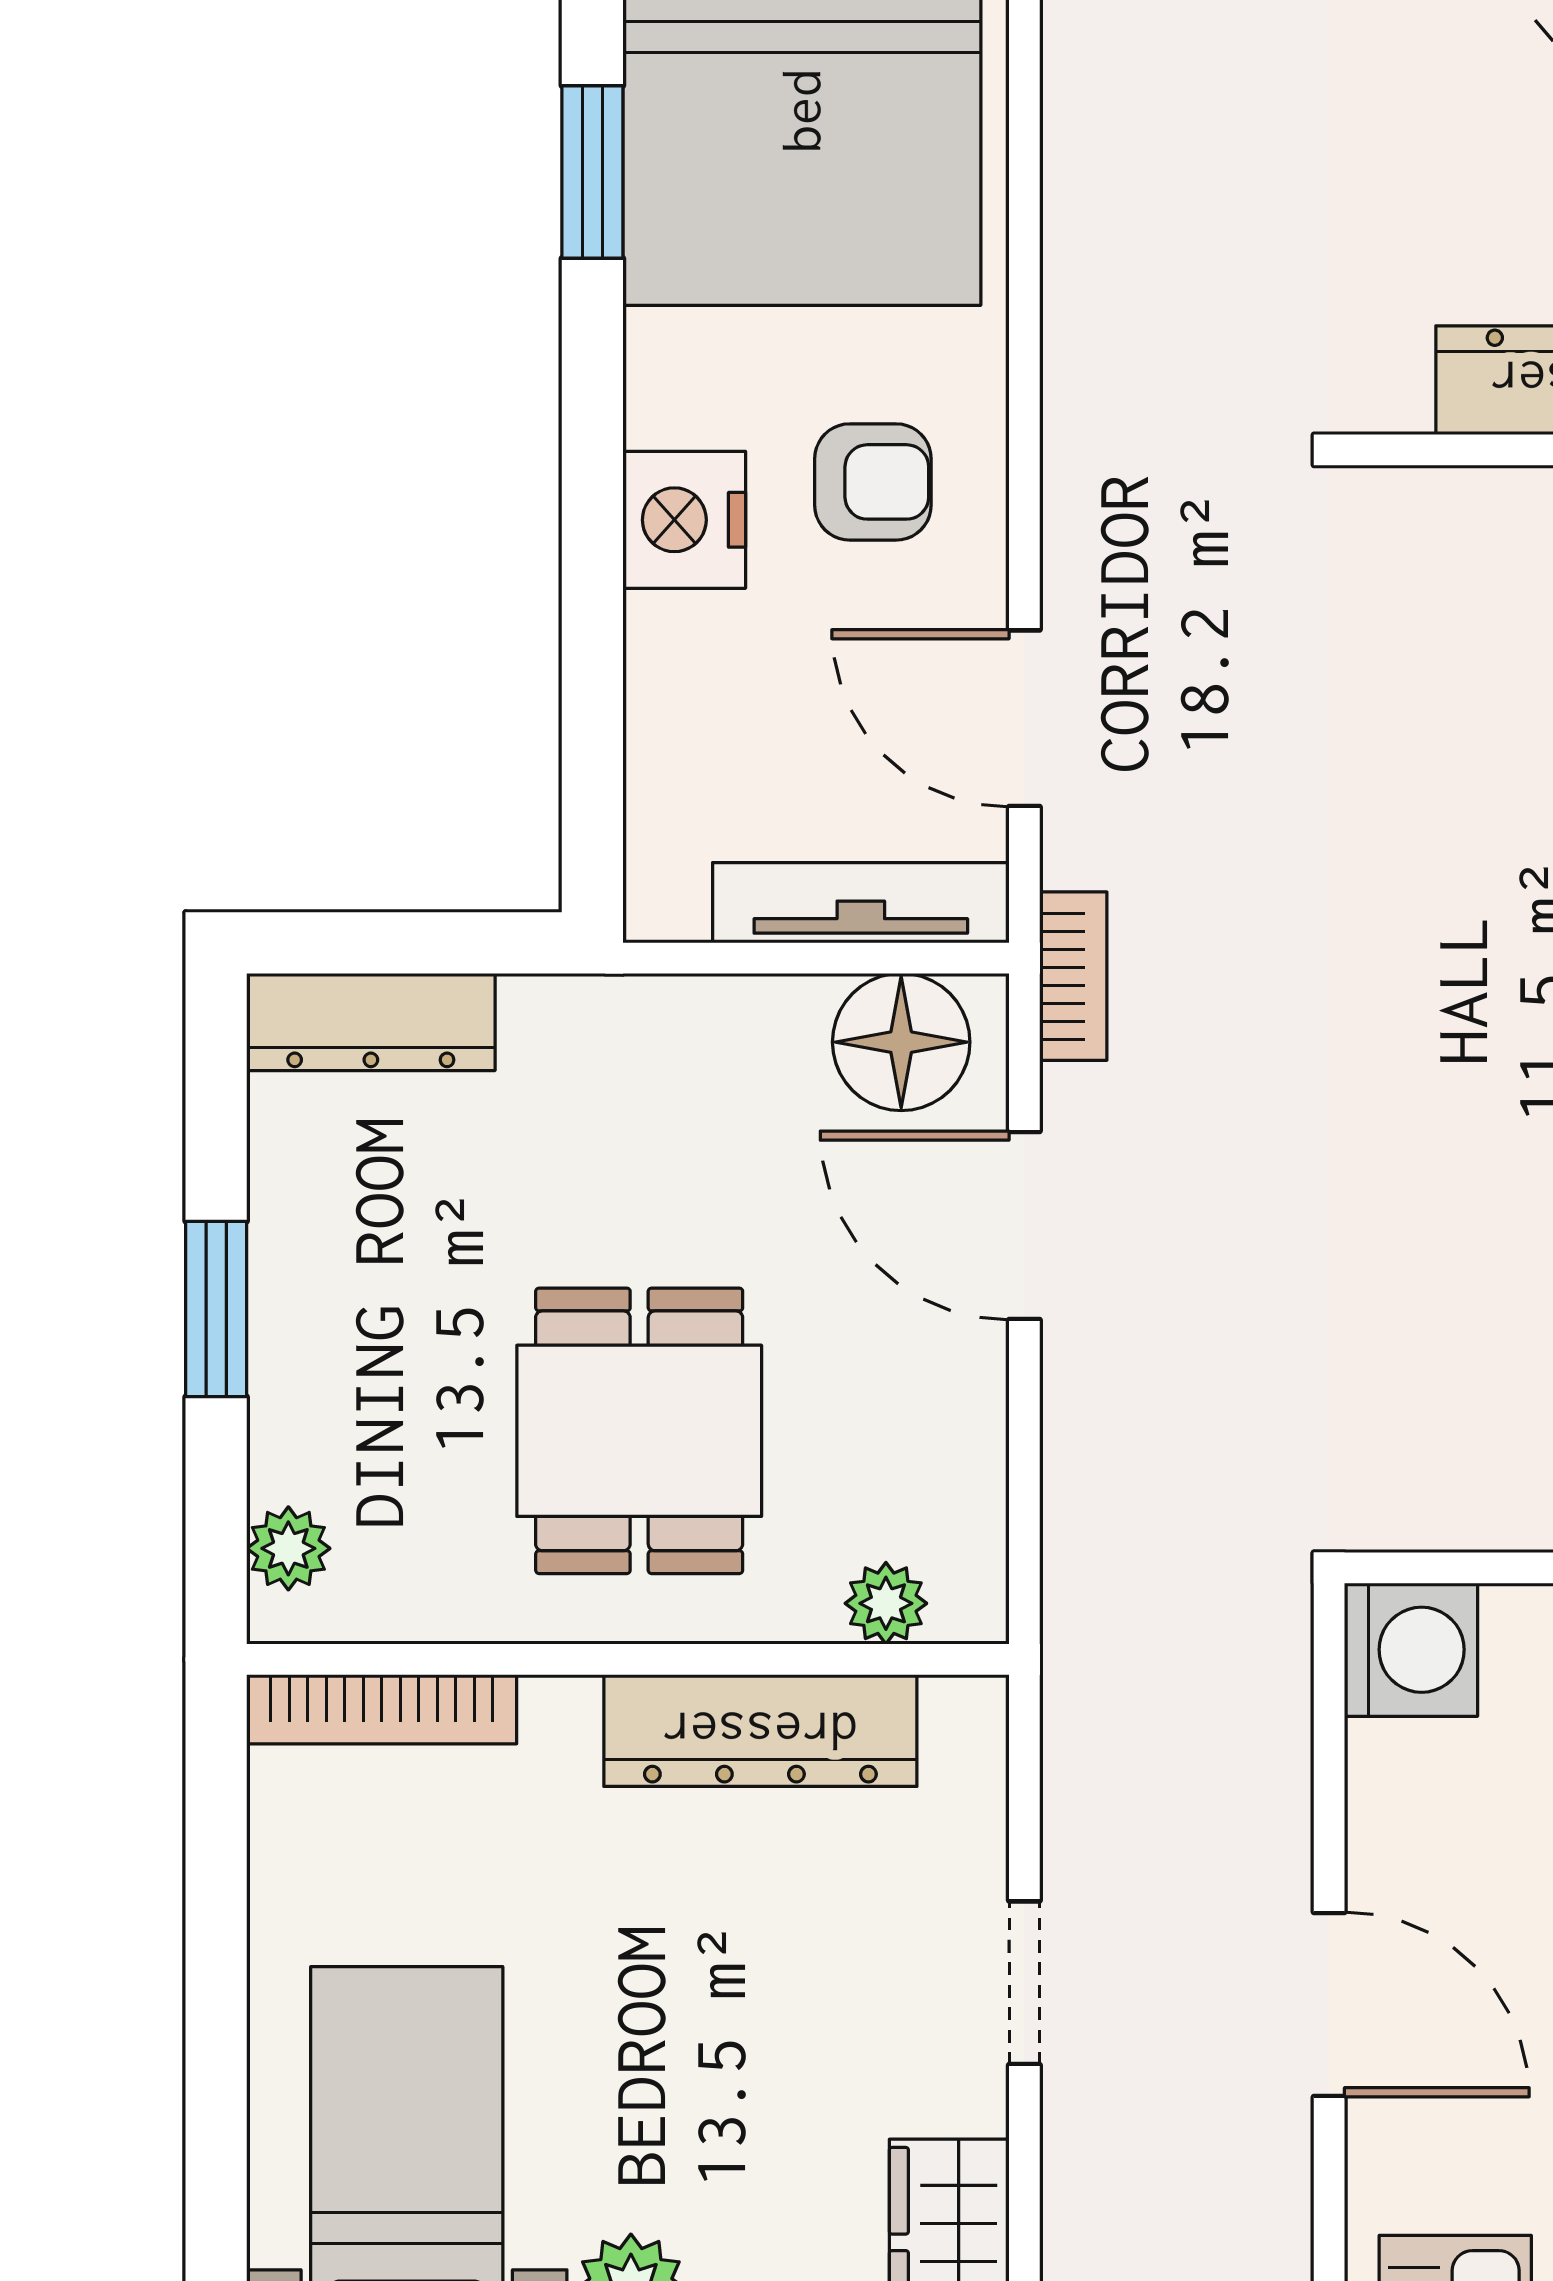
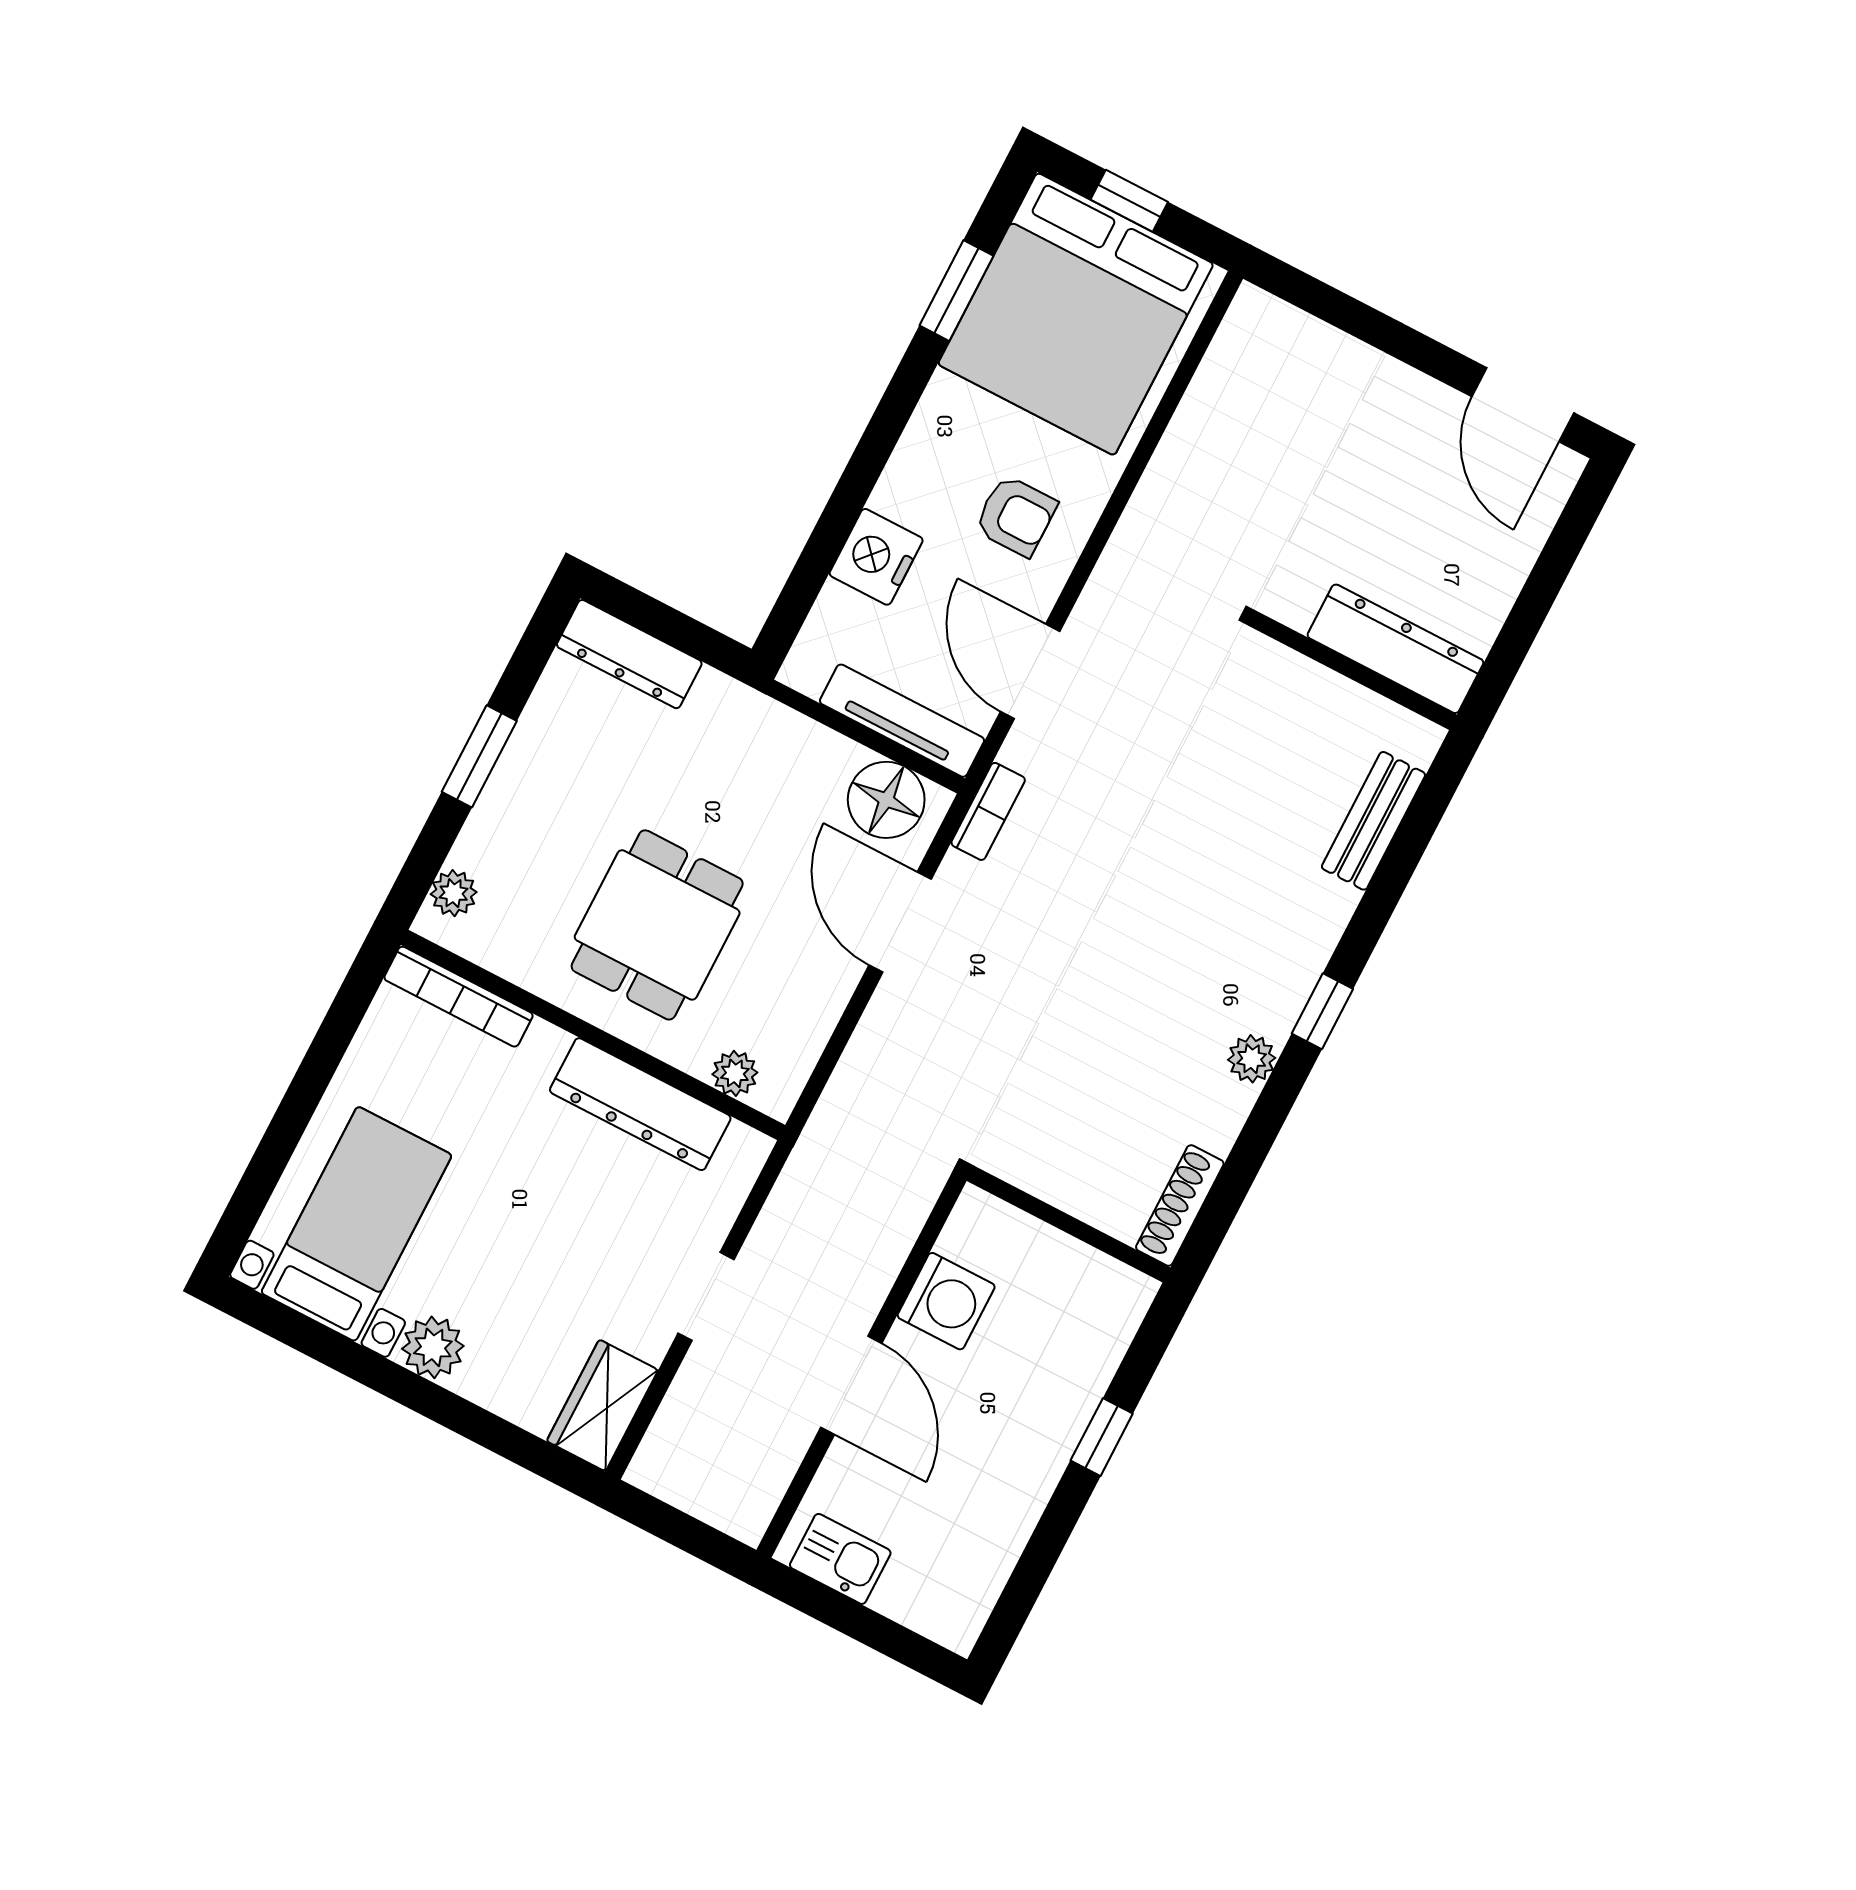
nightstand: (684, 520) -> (876, 557), moved
washing machine: (1411, 1650) -> (946, 1301), moved

